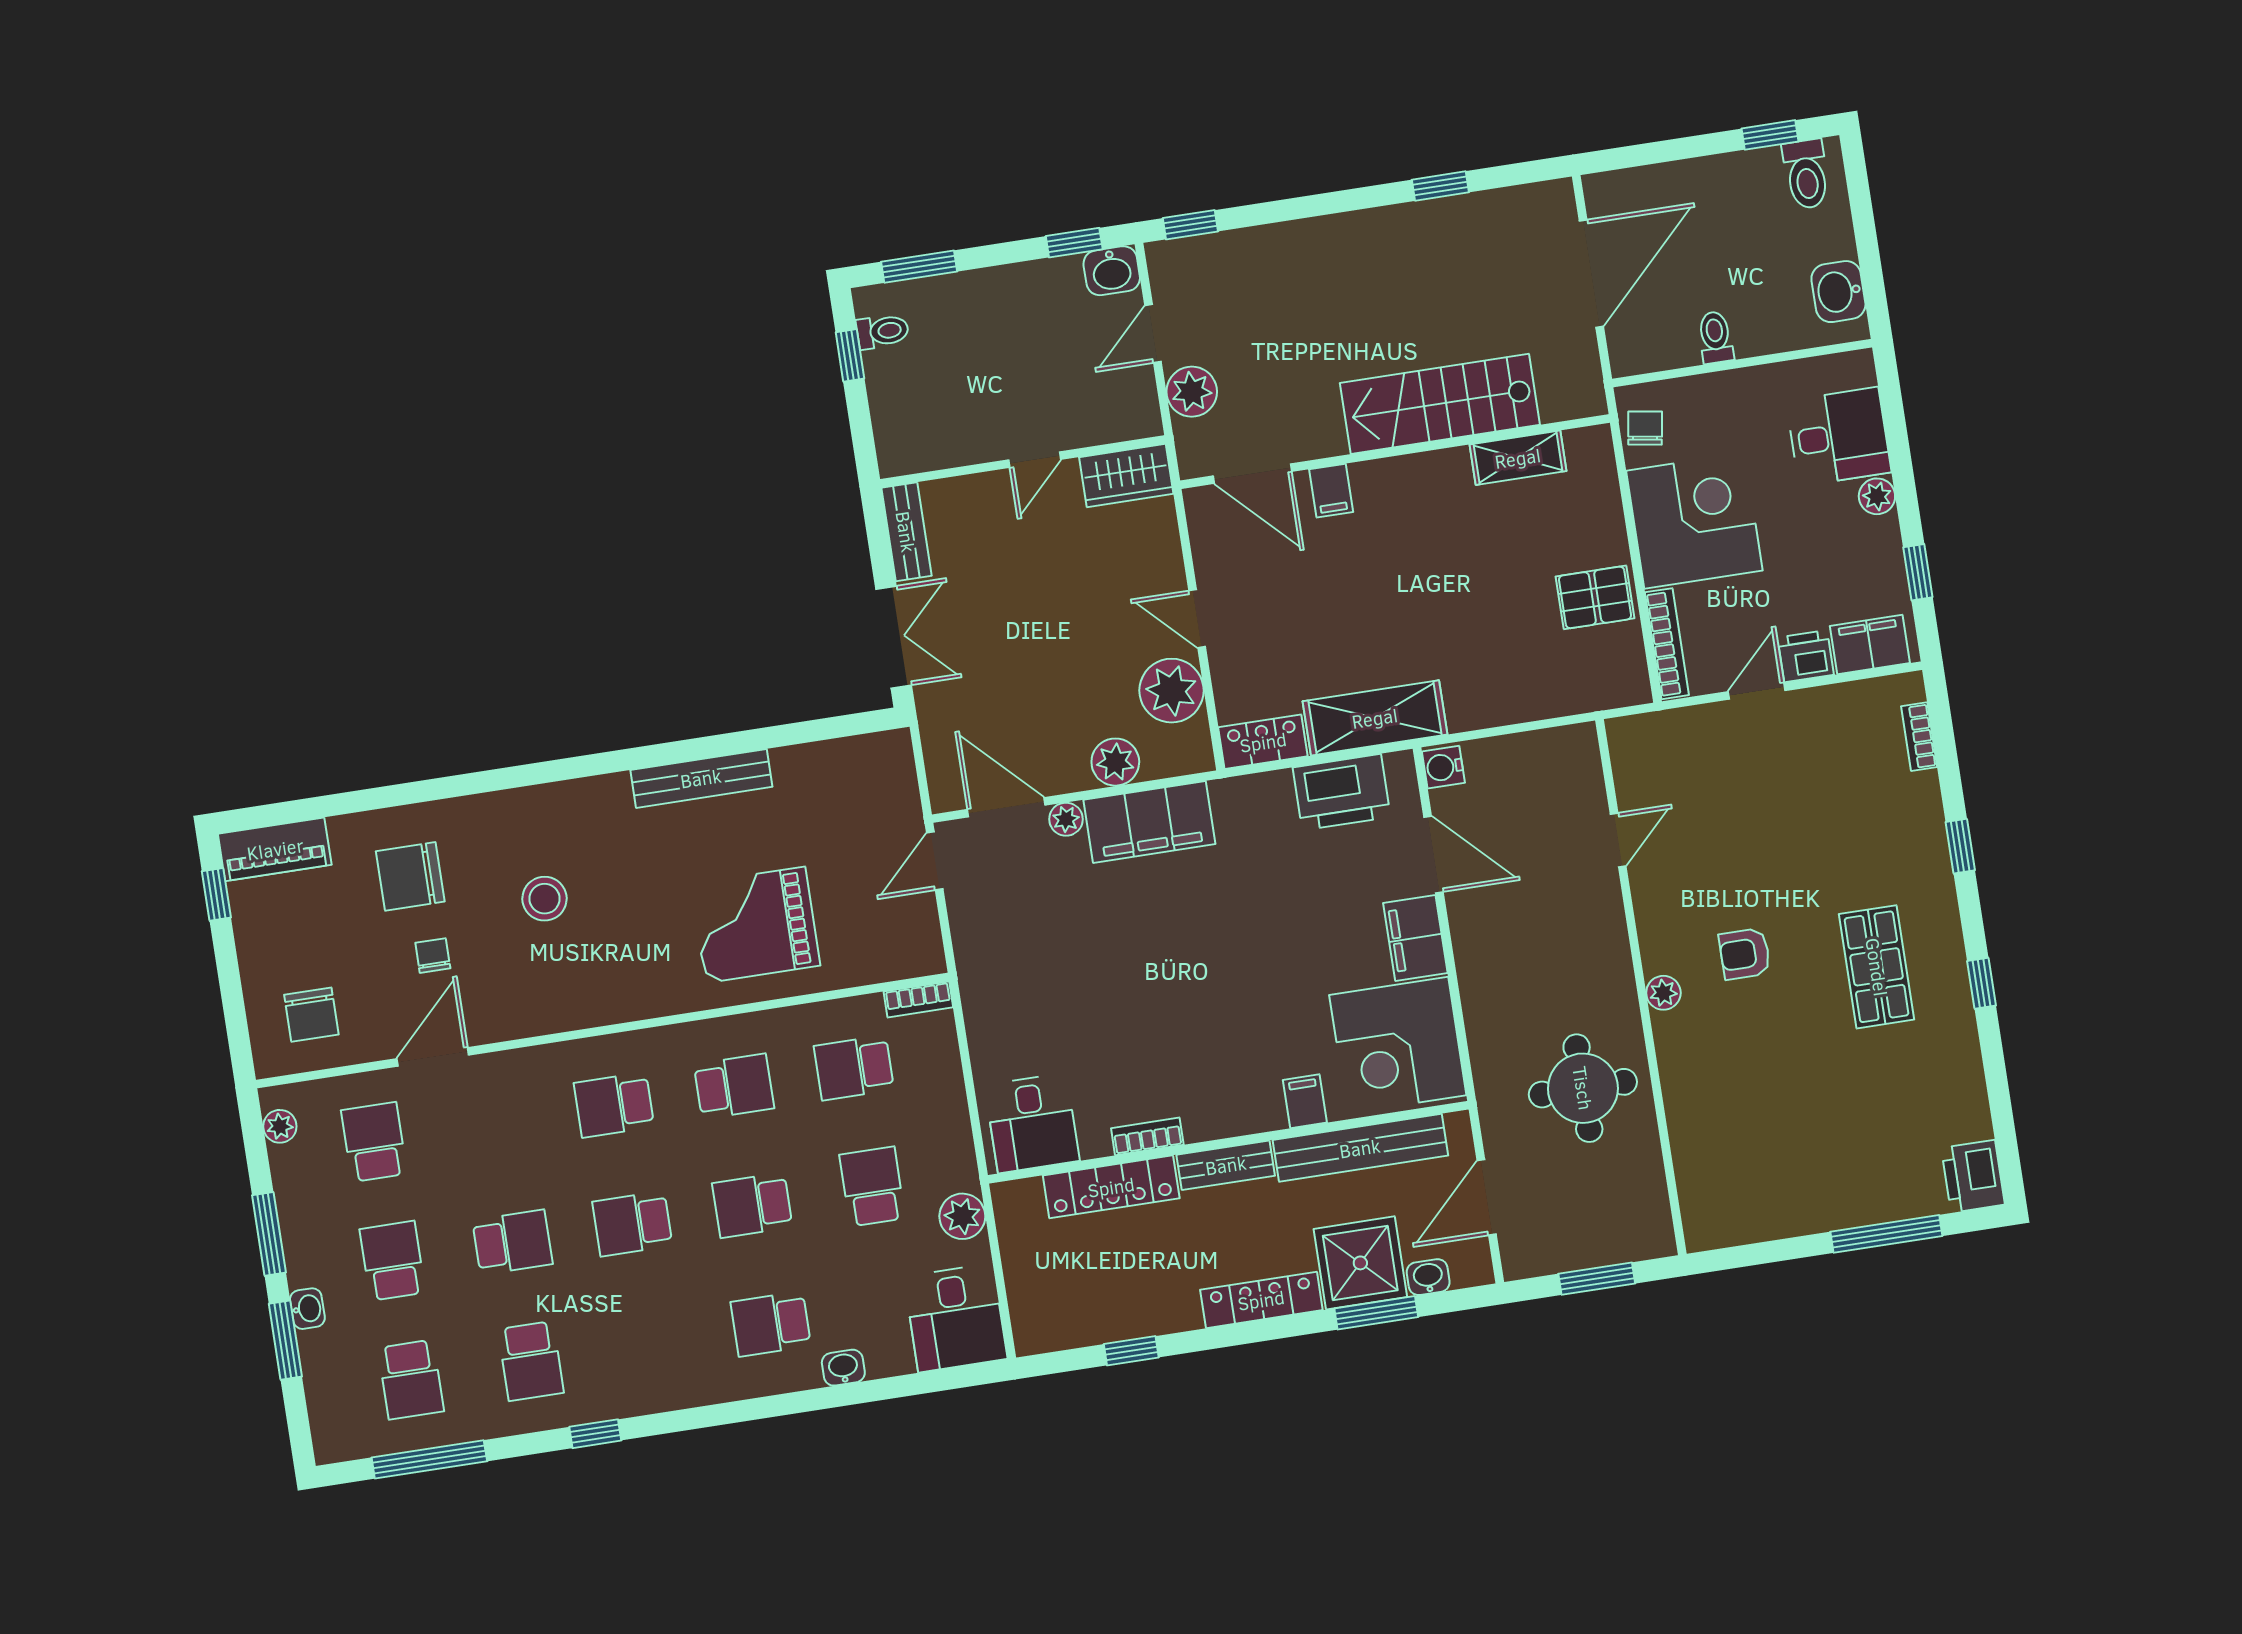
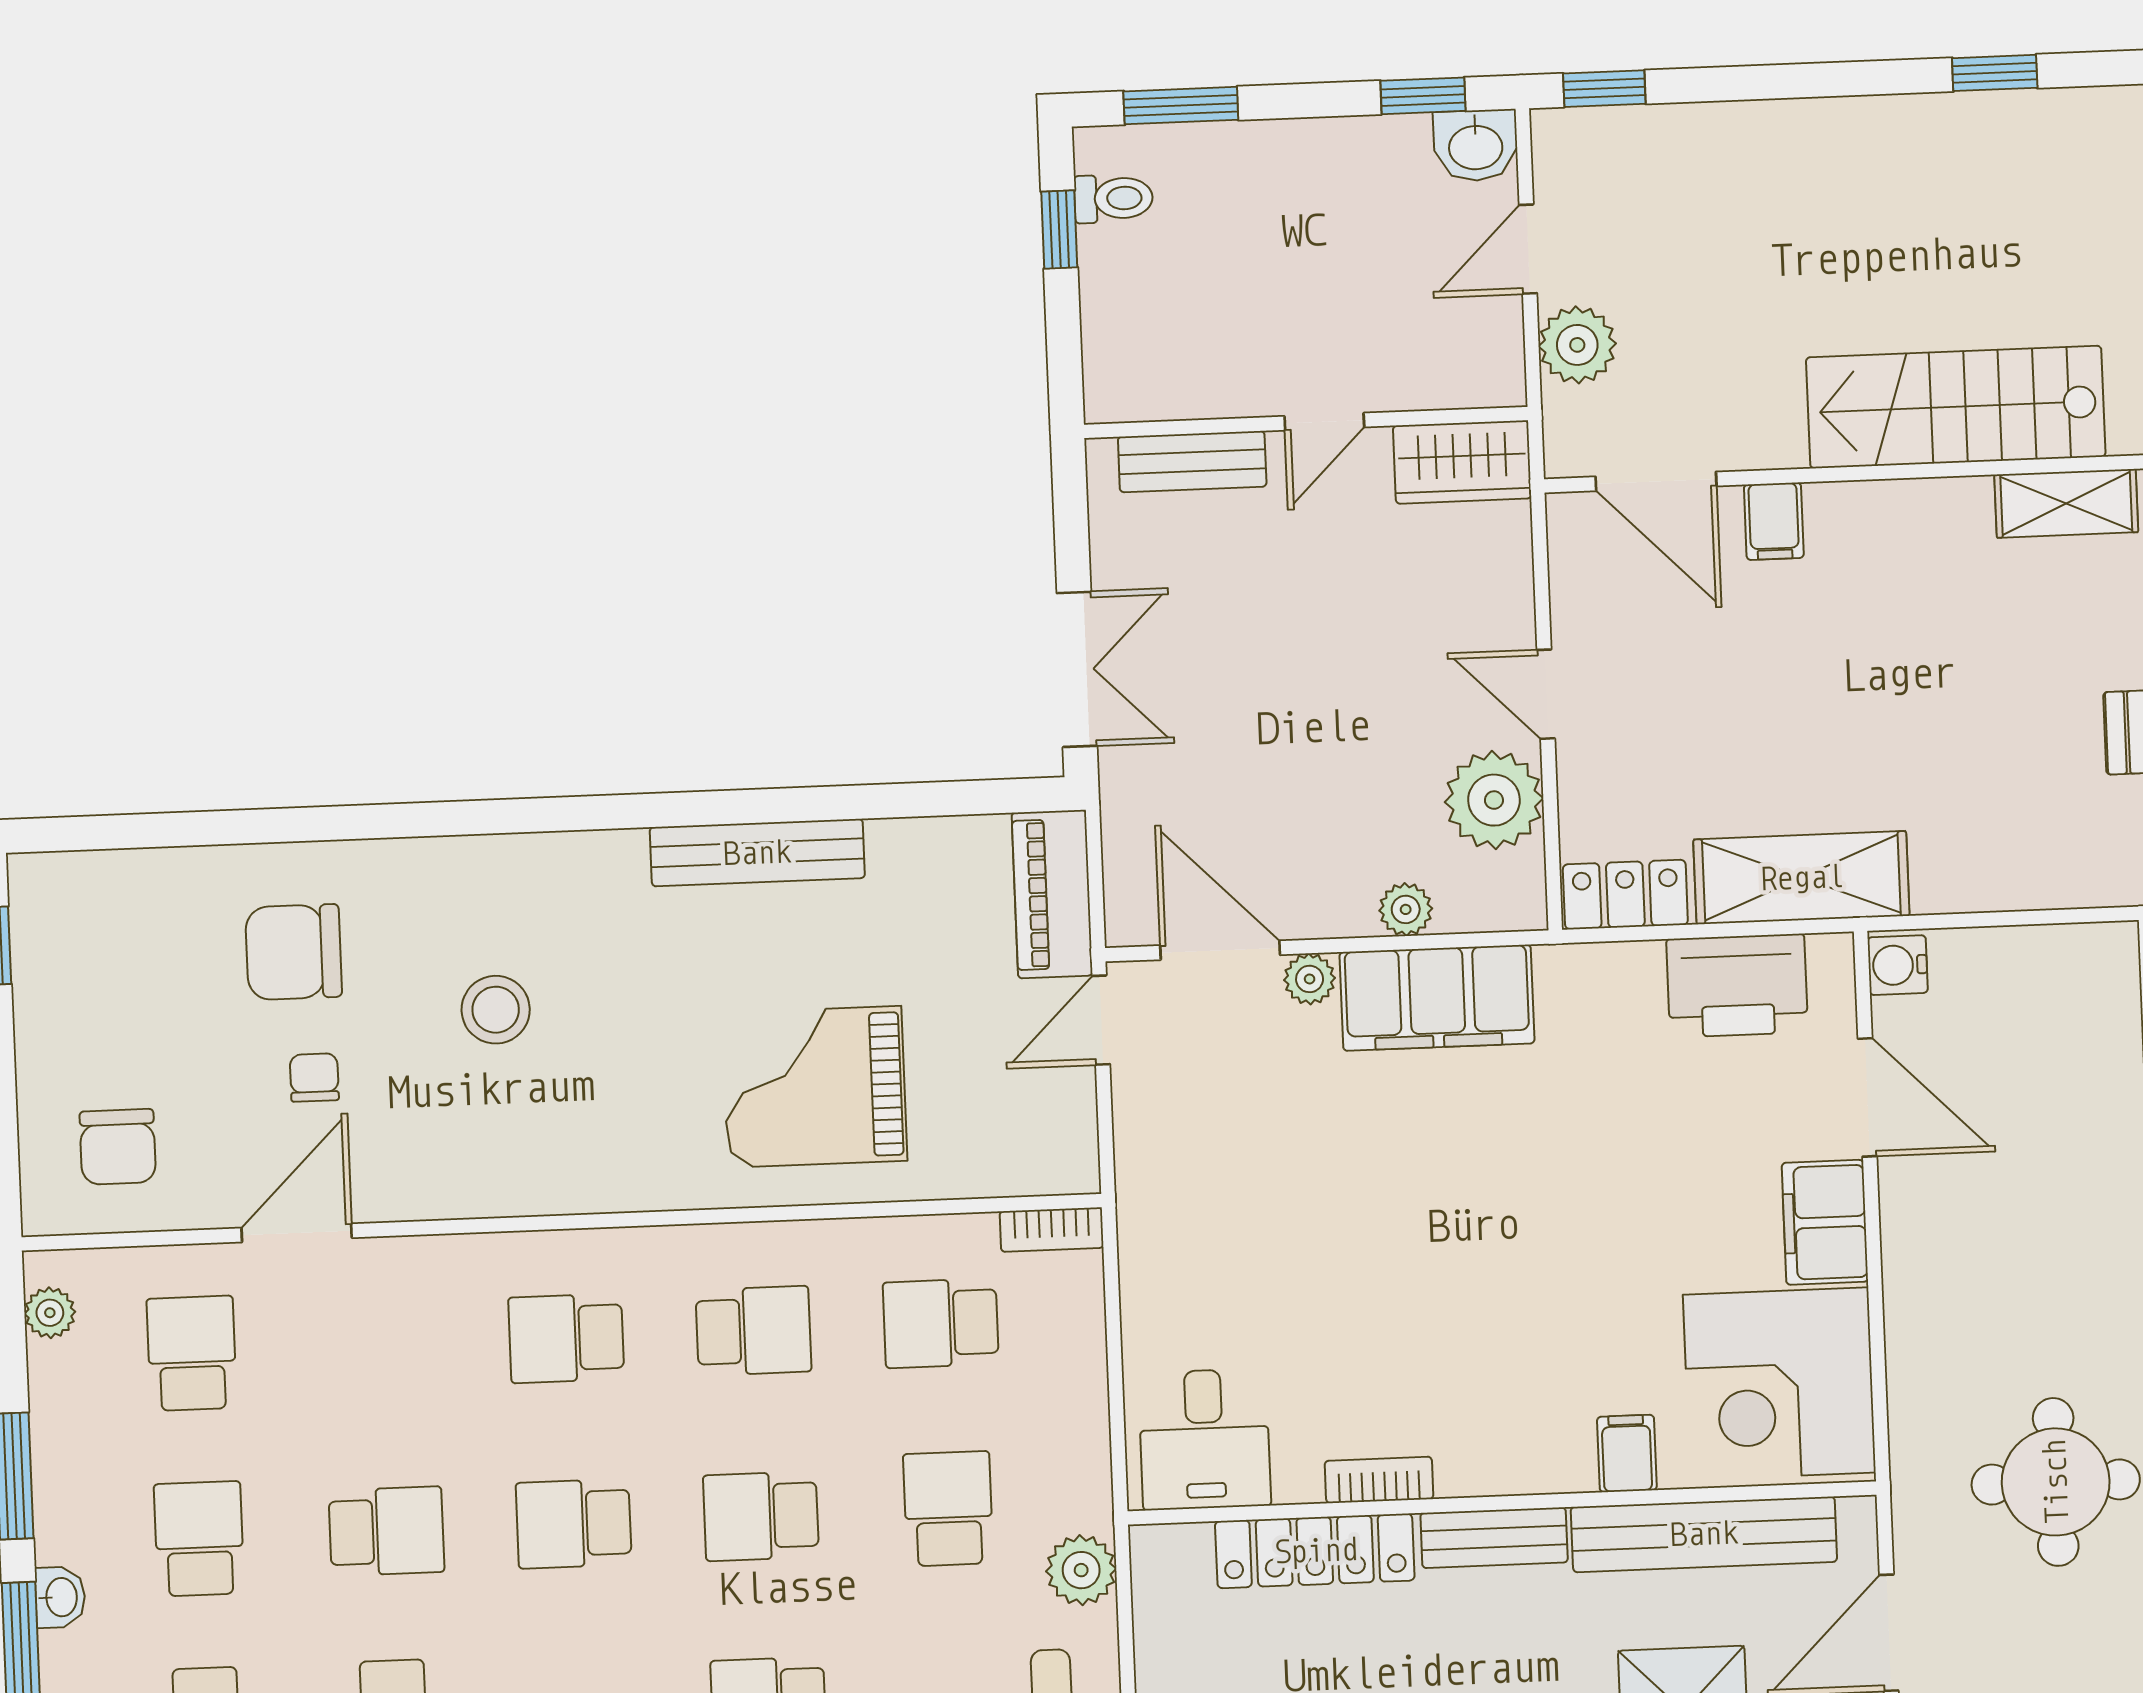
bench: (906, 532) -> (1192, 462), moved, turned 90
plant: (1115, 762) -> (1406, 909), width x0.73, depth x0.73
piano: (275, 849) -> (1052, 894), moved, turned 90

